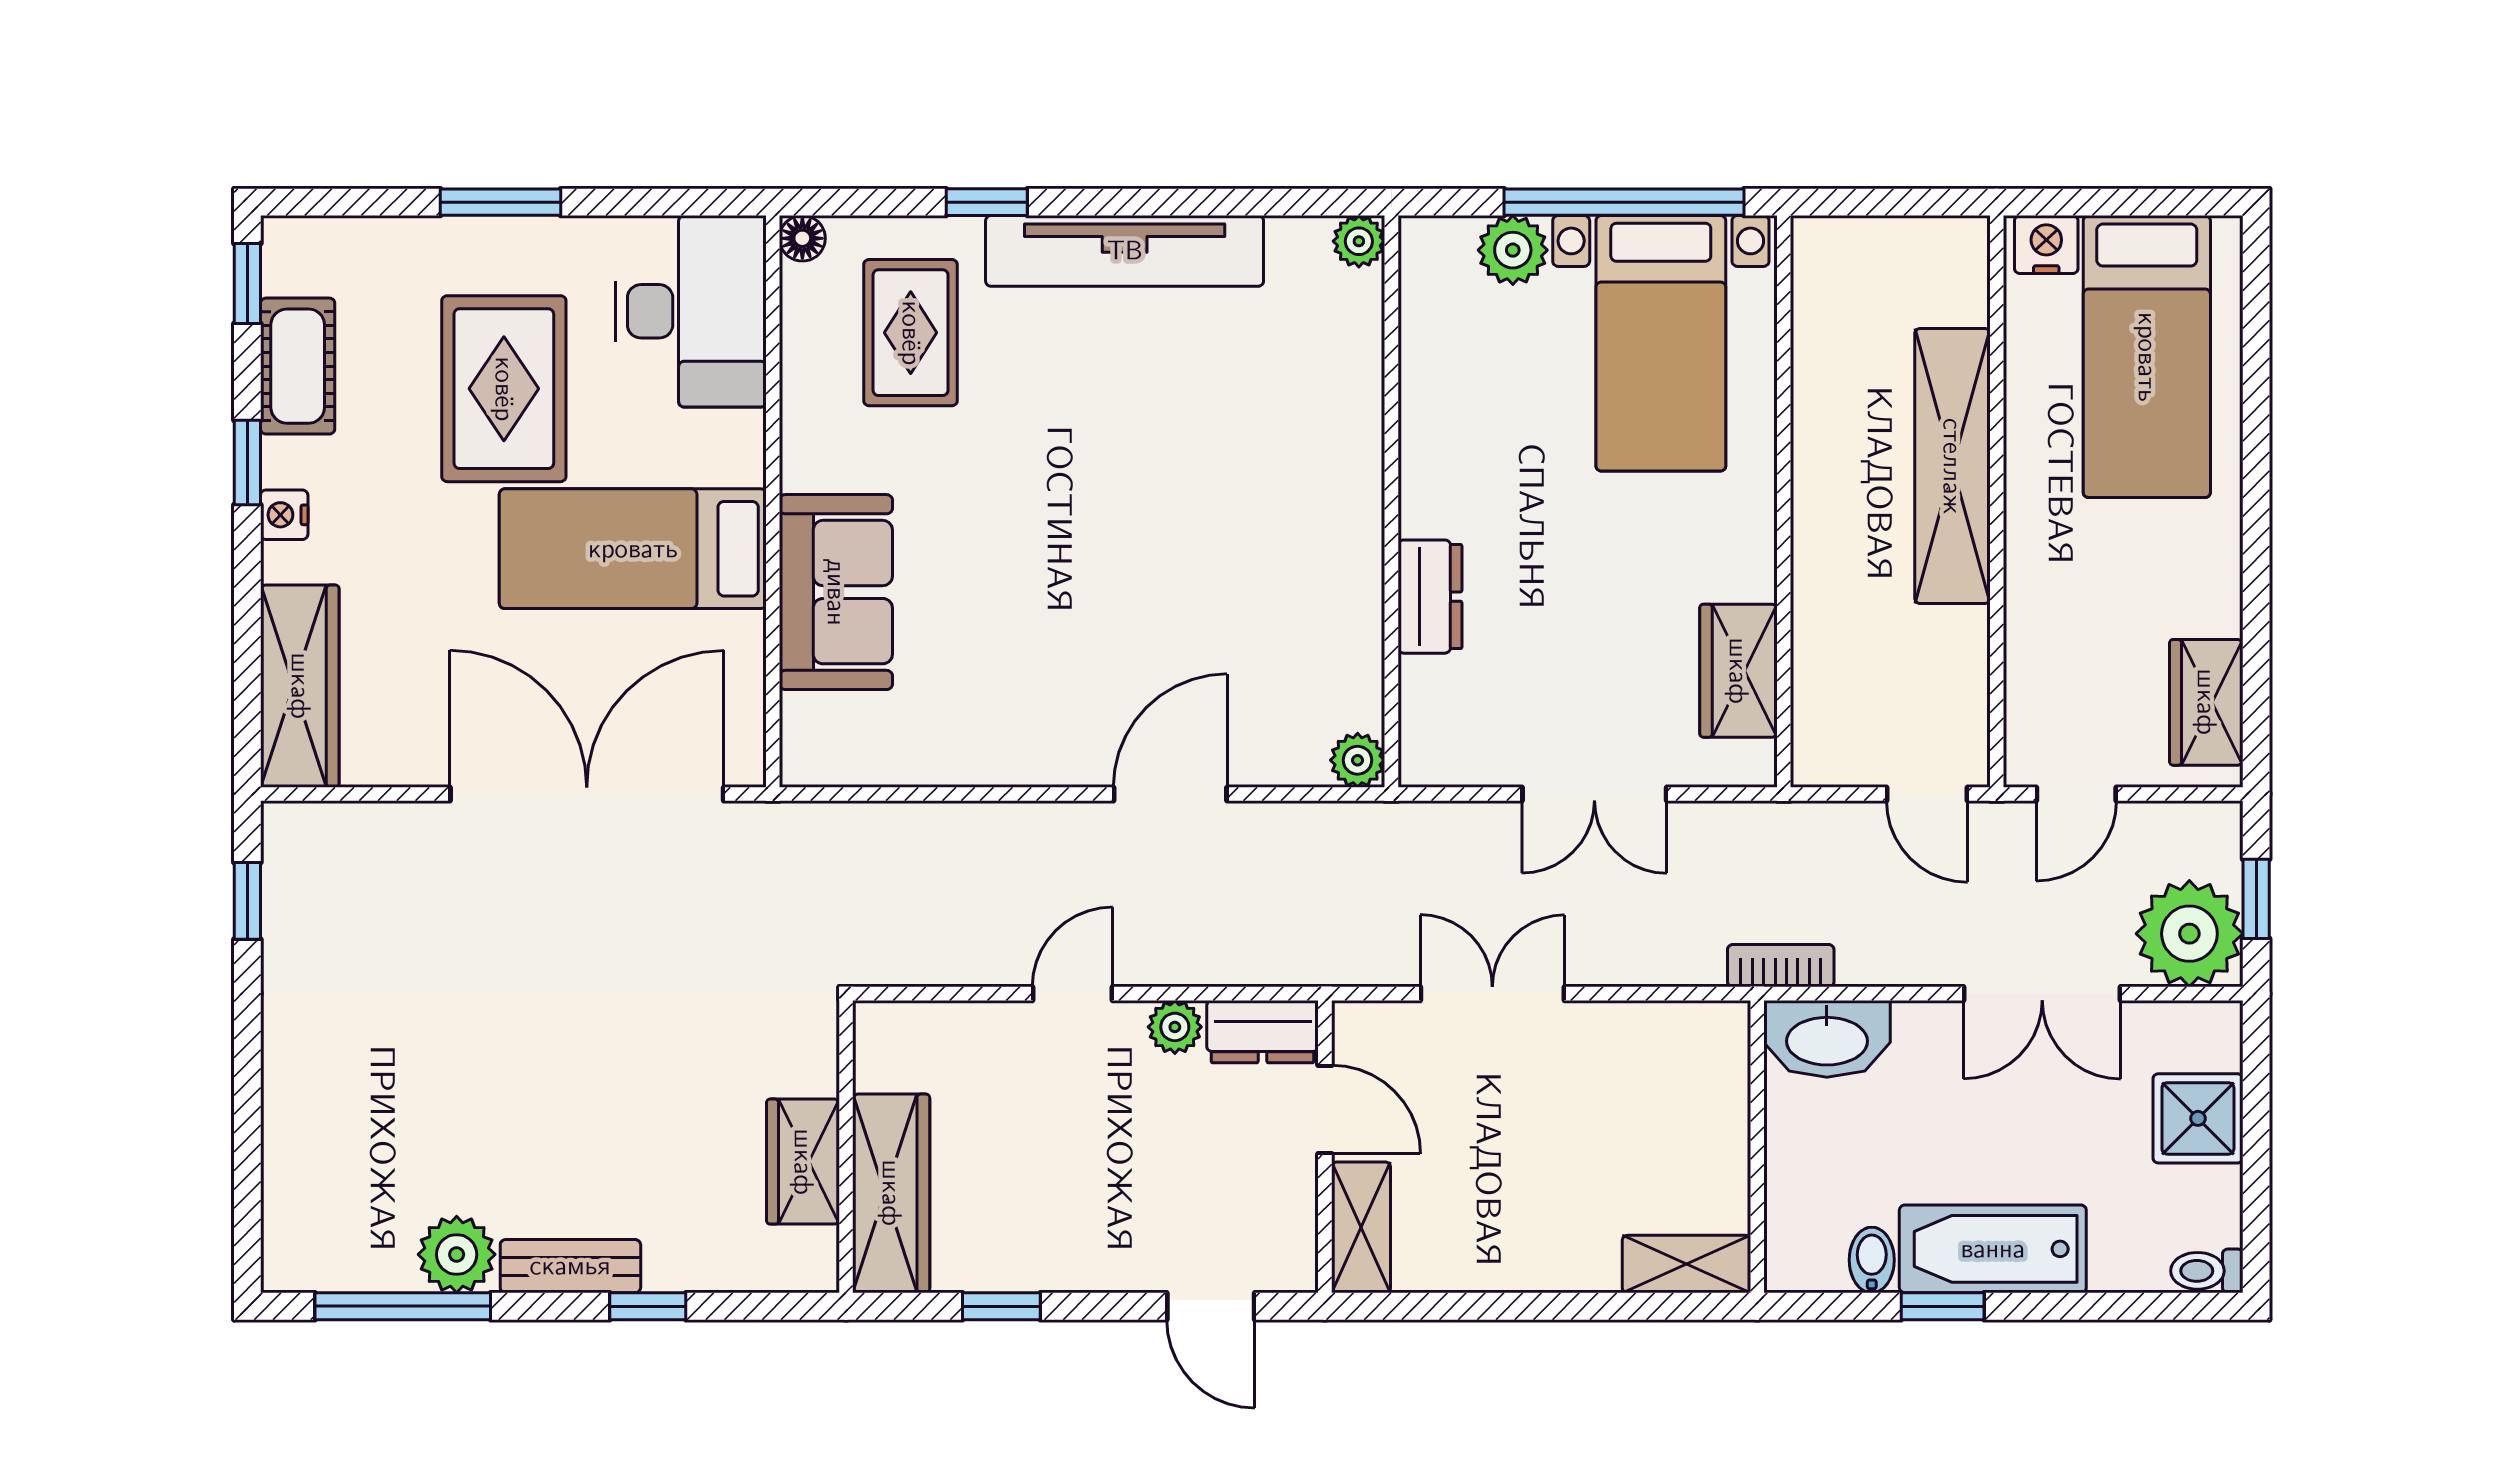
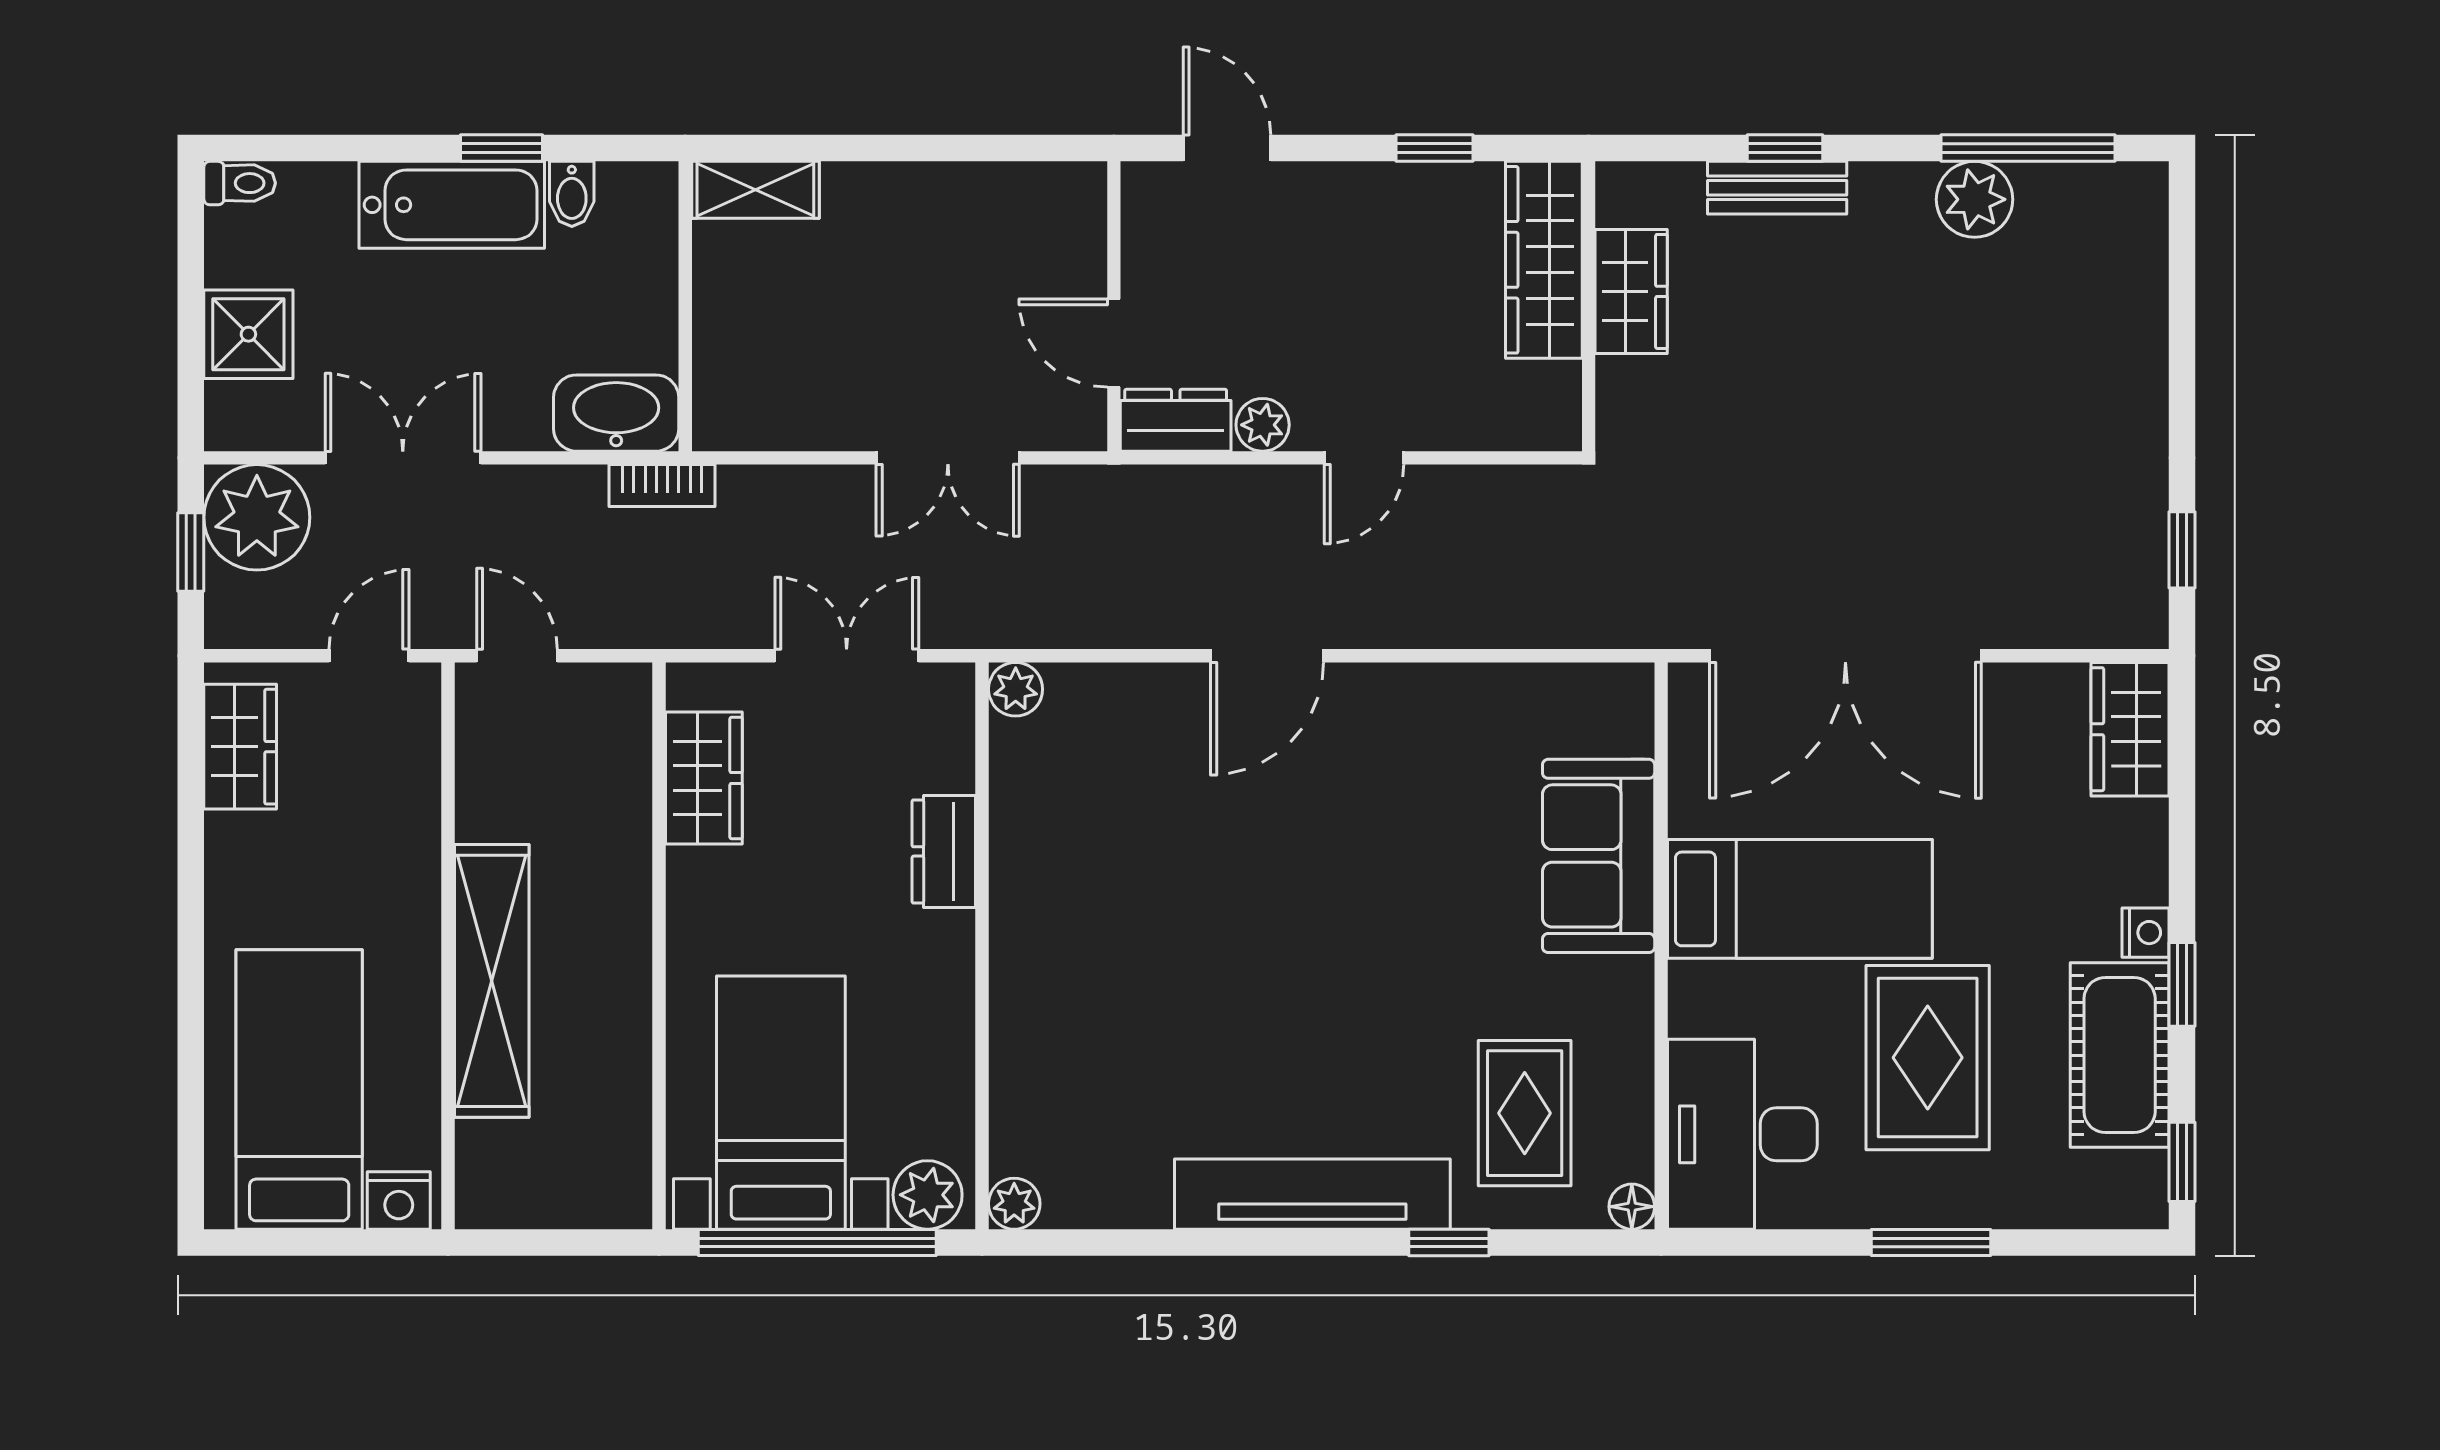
plant: (1359, 241) -> (1014, 1204), moved
cot: (298, 366) -> (2120, 1055), width x1.37, depth x1.34
wall: (1391, 501) -> (982, 946), moved
dresser: (1430, 597) -> (944, 851), moved
wardrobe: (300, 686) -> (2130, 729), width x0.67
plant: (1358, 760) -> (1016, 689), moved
shelving: (1361, 1227) -> (1078, 226), removed
bench: (570, 1266) -> (1777, 188), moved

